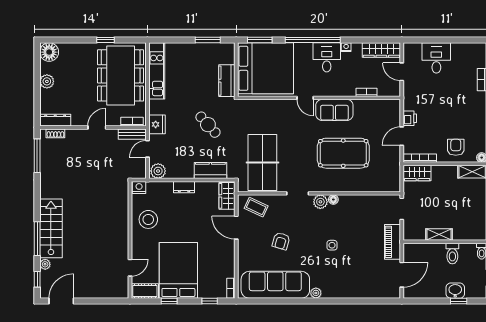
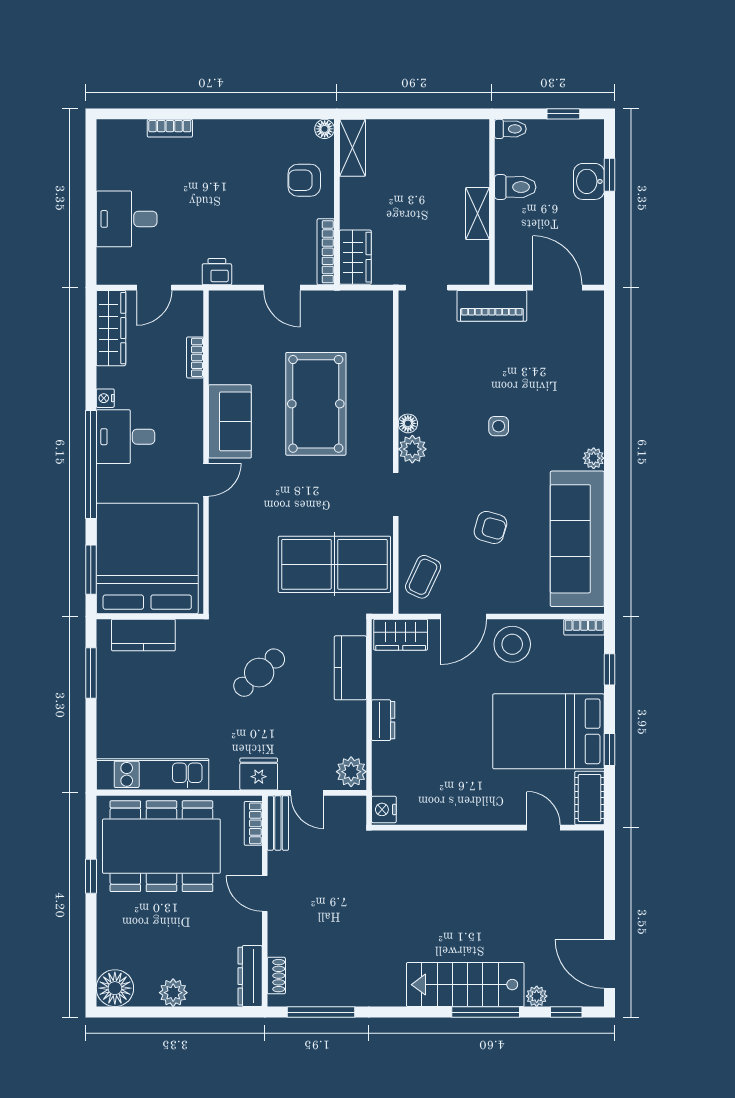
kitchen counter: (227, 81) -> (143, 635), moved
printer: (410, 118) -> (217, 272), moved
stool: (148, 219) -> (512, 644), moved

